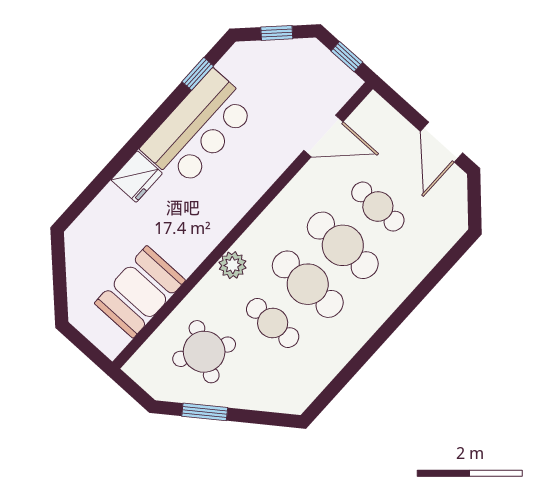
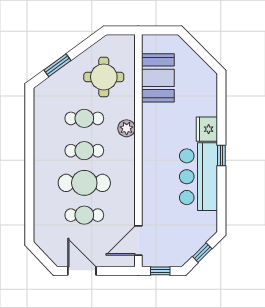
window: (198, 74) -> (221, 155), moved
door: (323, 136) -> (138, 241), moved
cafe table: (308, 284) -> (84, 151), width x0.73, depth x0.74
round table: (204, 352) -> (104, 77), turned -31
window: (205, 412) -> (57, 65), moved

